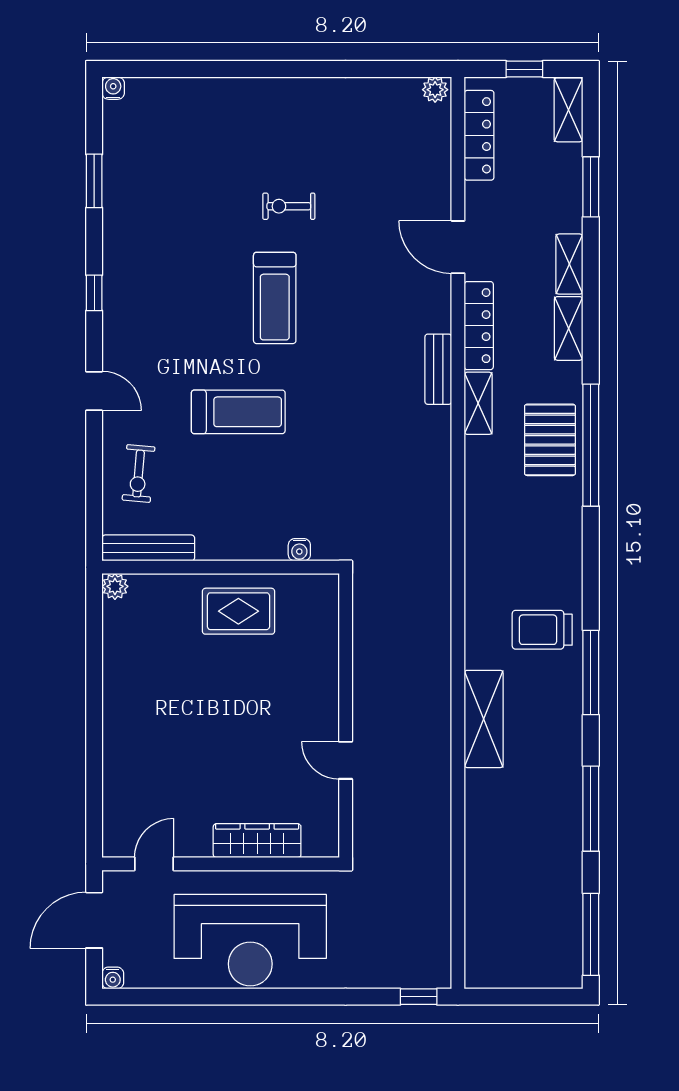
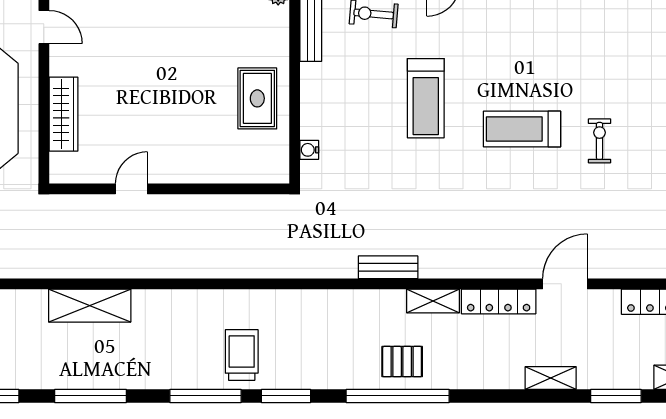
shelving: (569, 328) -> (496, 377), removed
bench: (438, 369) -> (388, 267), moved
pallet: (550, 440) -> (402, 362), width x0.67, depth x0.71
window: (591, 577) -> (286, 396), added
shelving: (484, 719) -> (90, 306), moved

